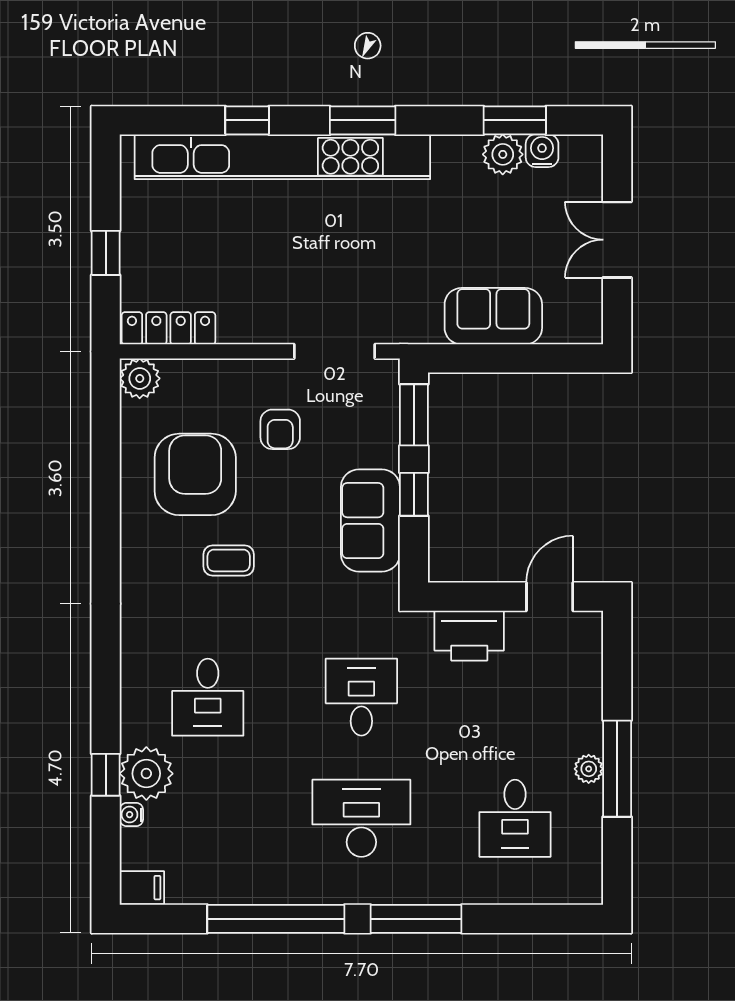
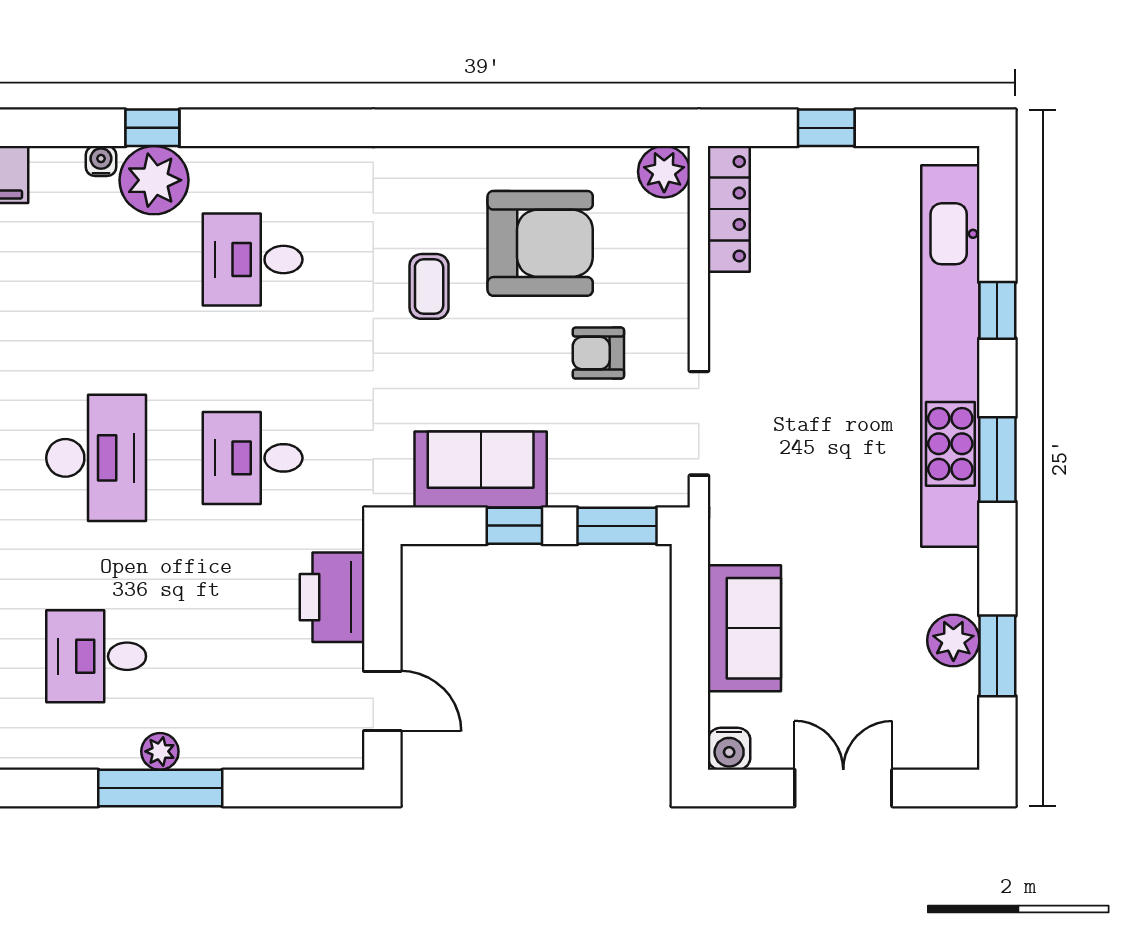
water cooler: (542, 151) -> (729, 749), moved, turned 90
desk: (361, 697) -> (253, 458), turned 180

